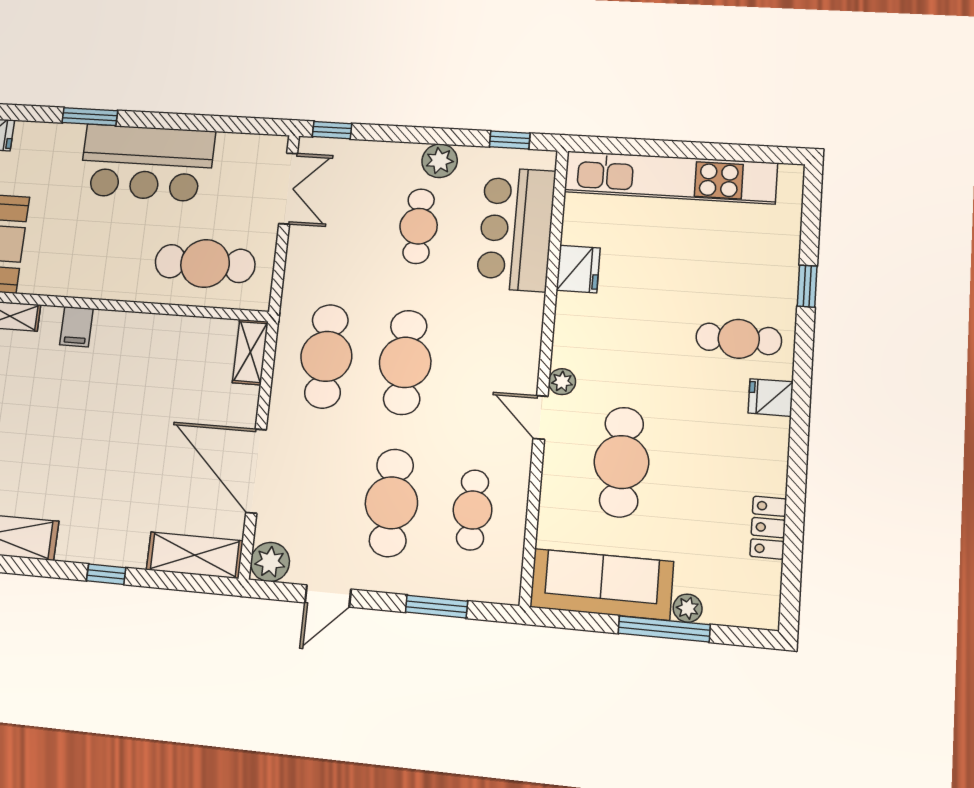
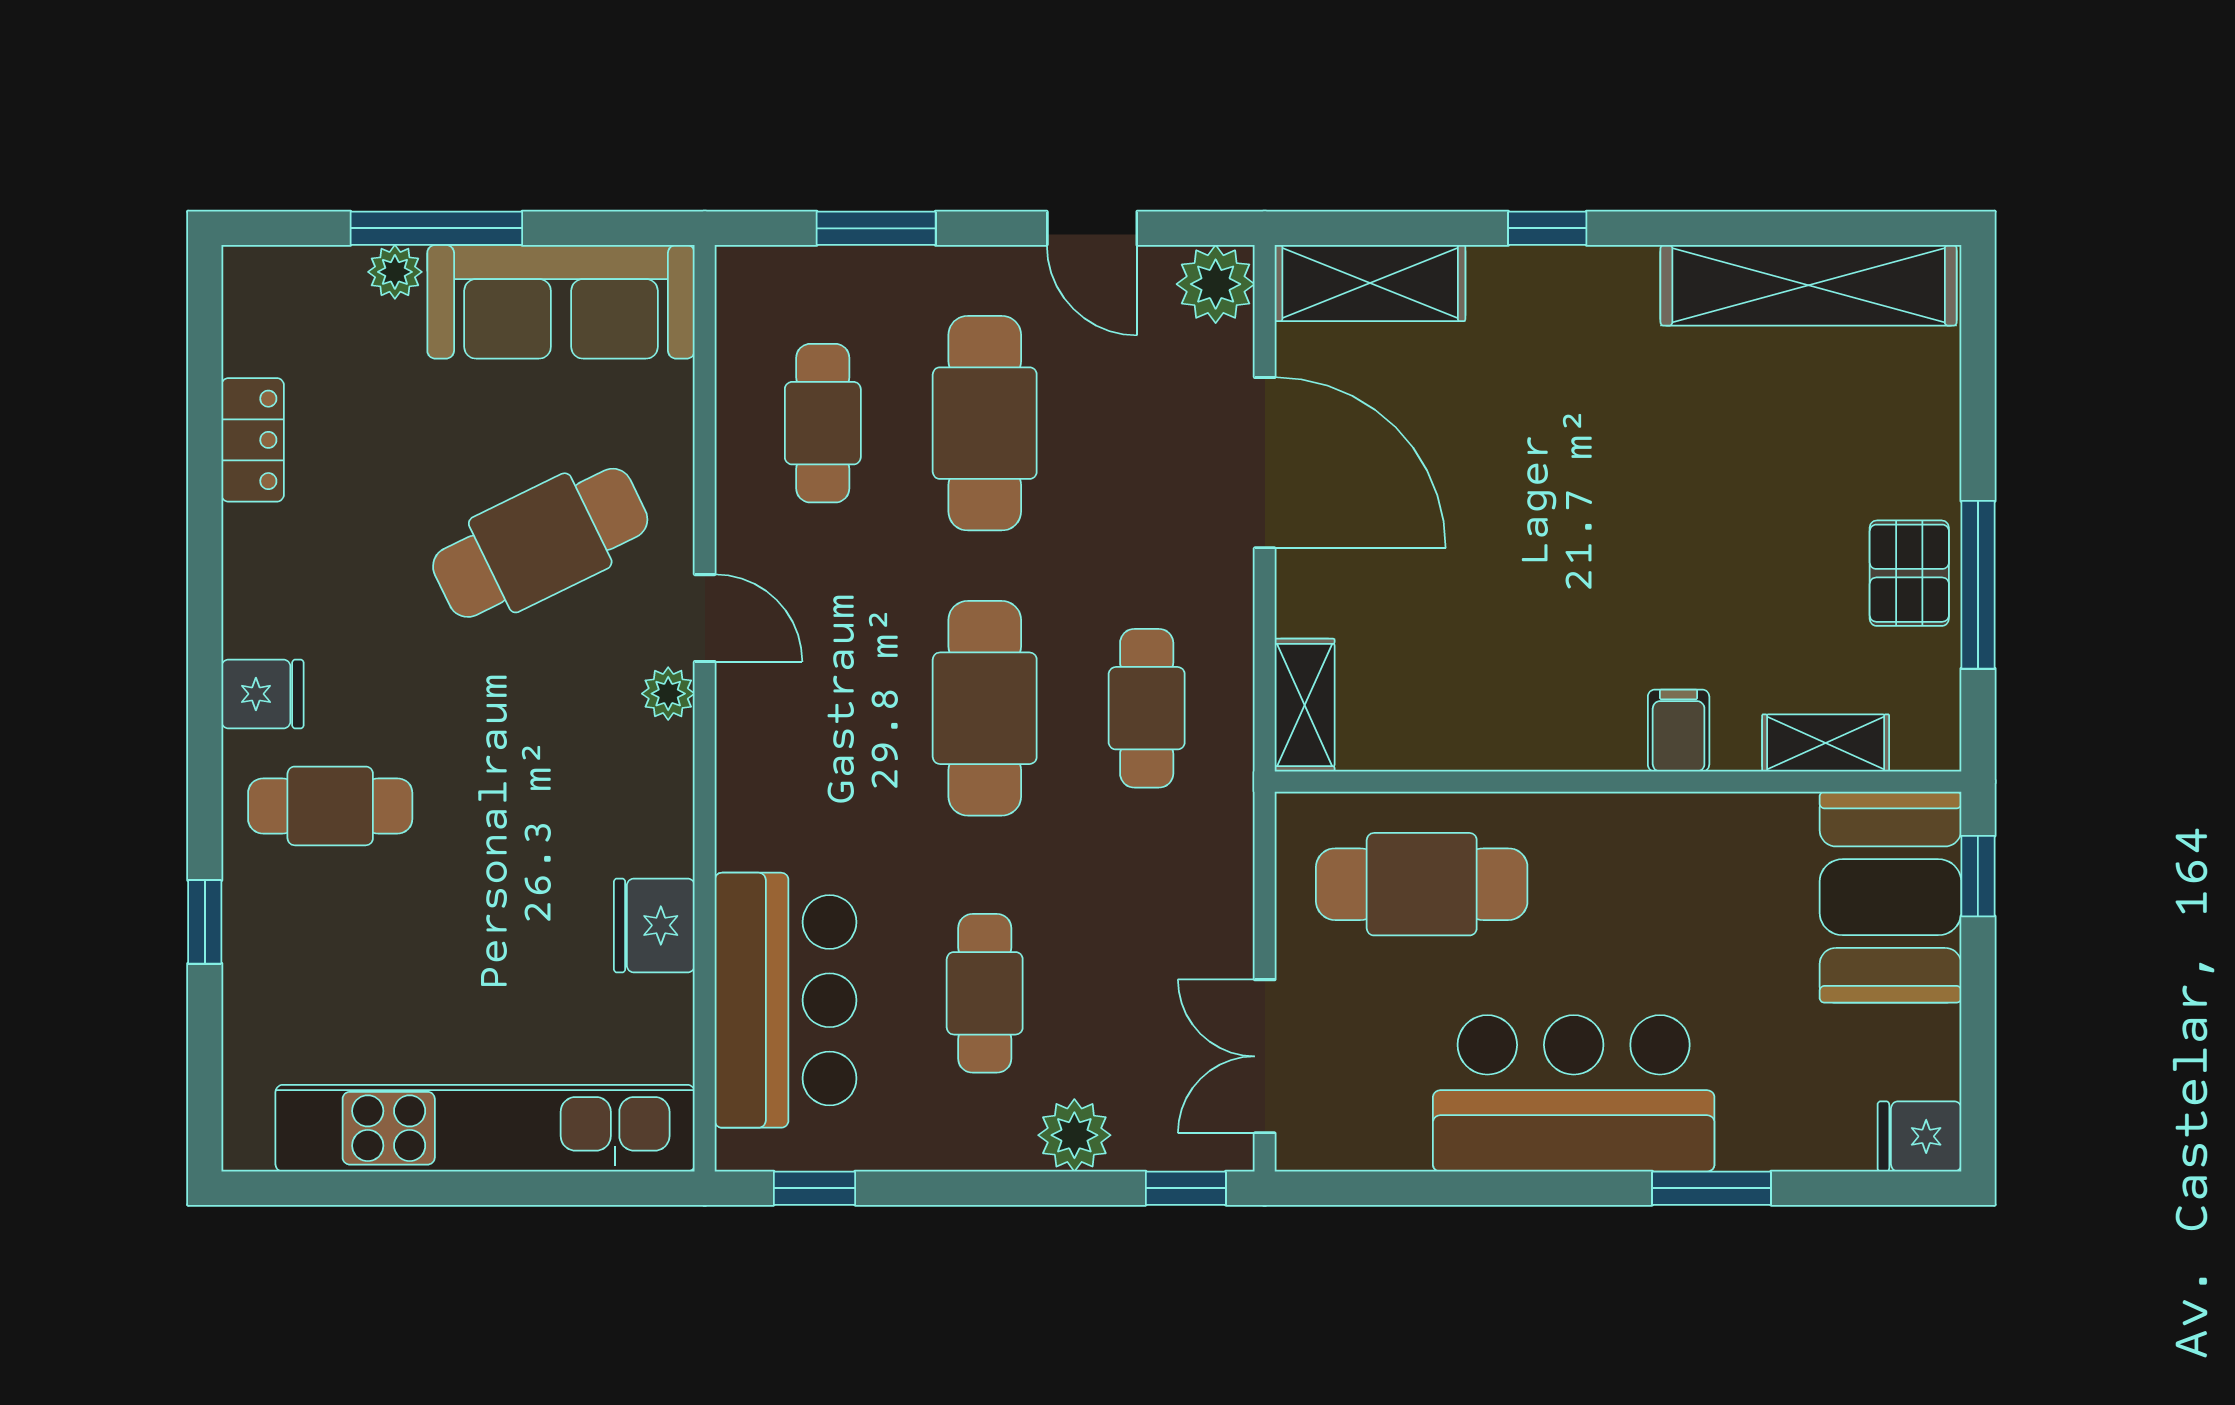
plant: (440, 161) -> (1074, 1135), moved
cafe table: (326, 356) -> (1147, 708), width x0.73, depth x0.74
cafe table: (621, 462) -> (540, 543), turned 64
door: (328, 596) -> (1092, 228), swing flipped

